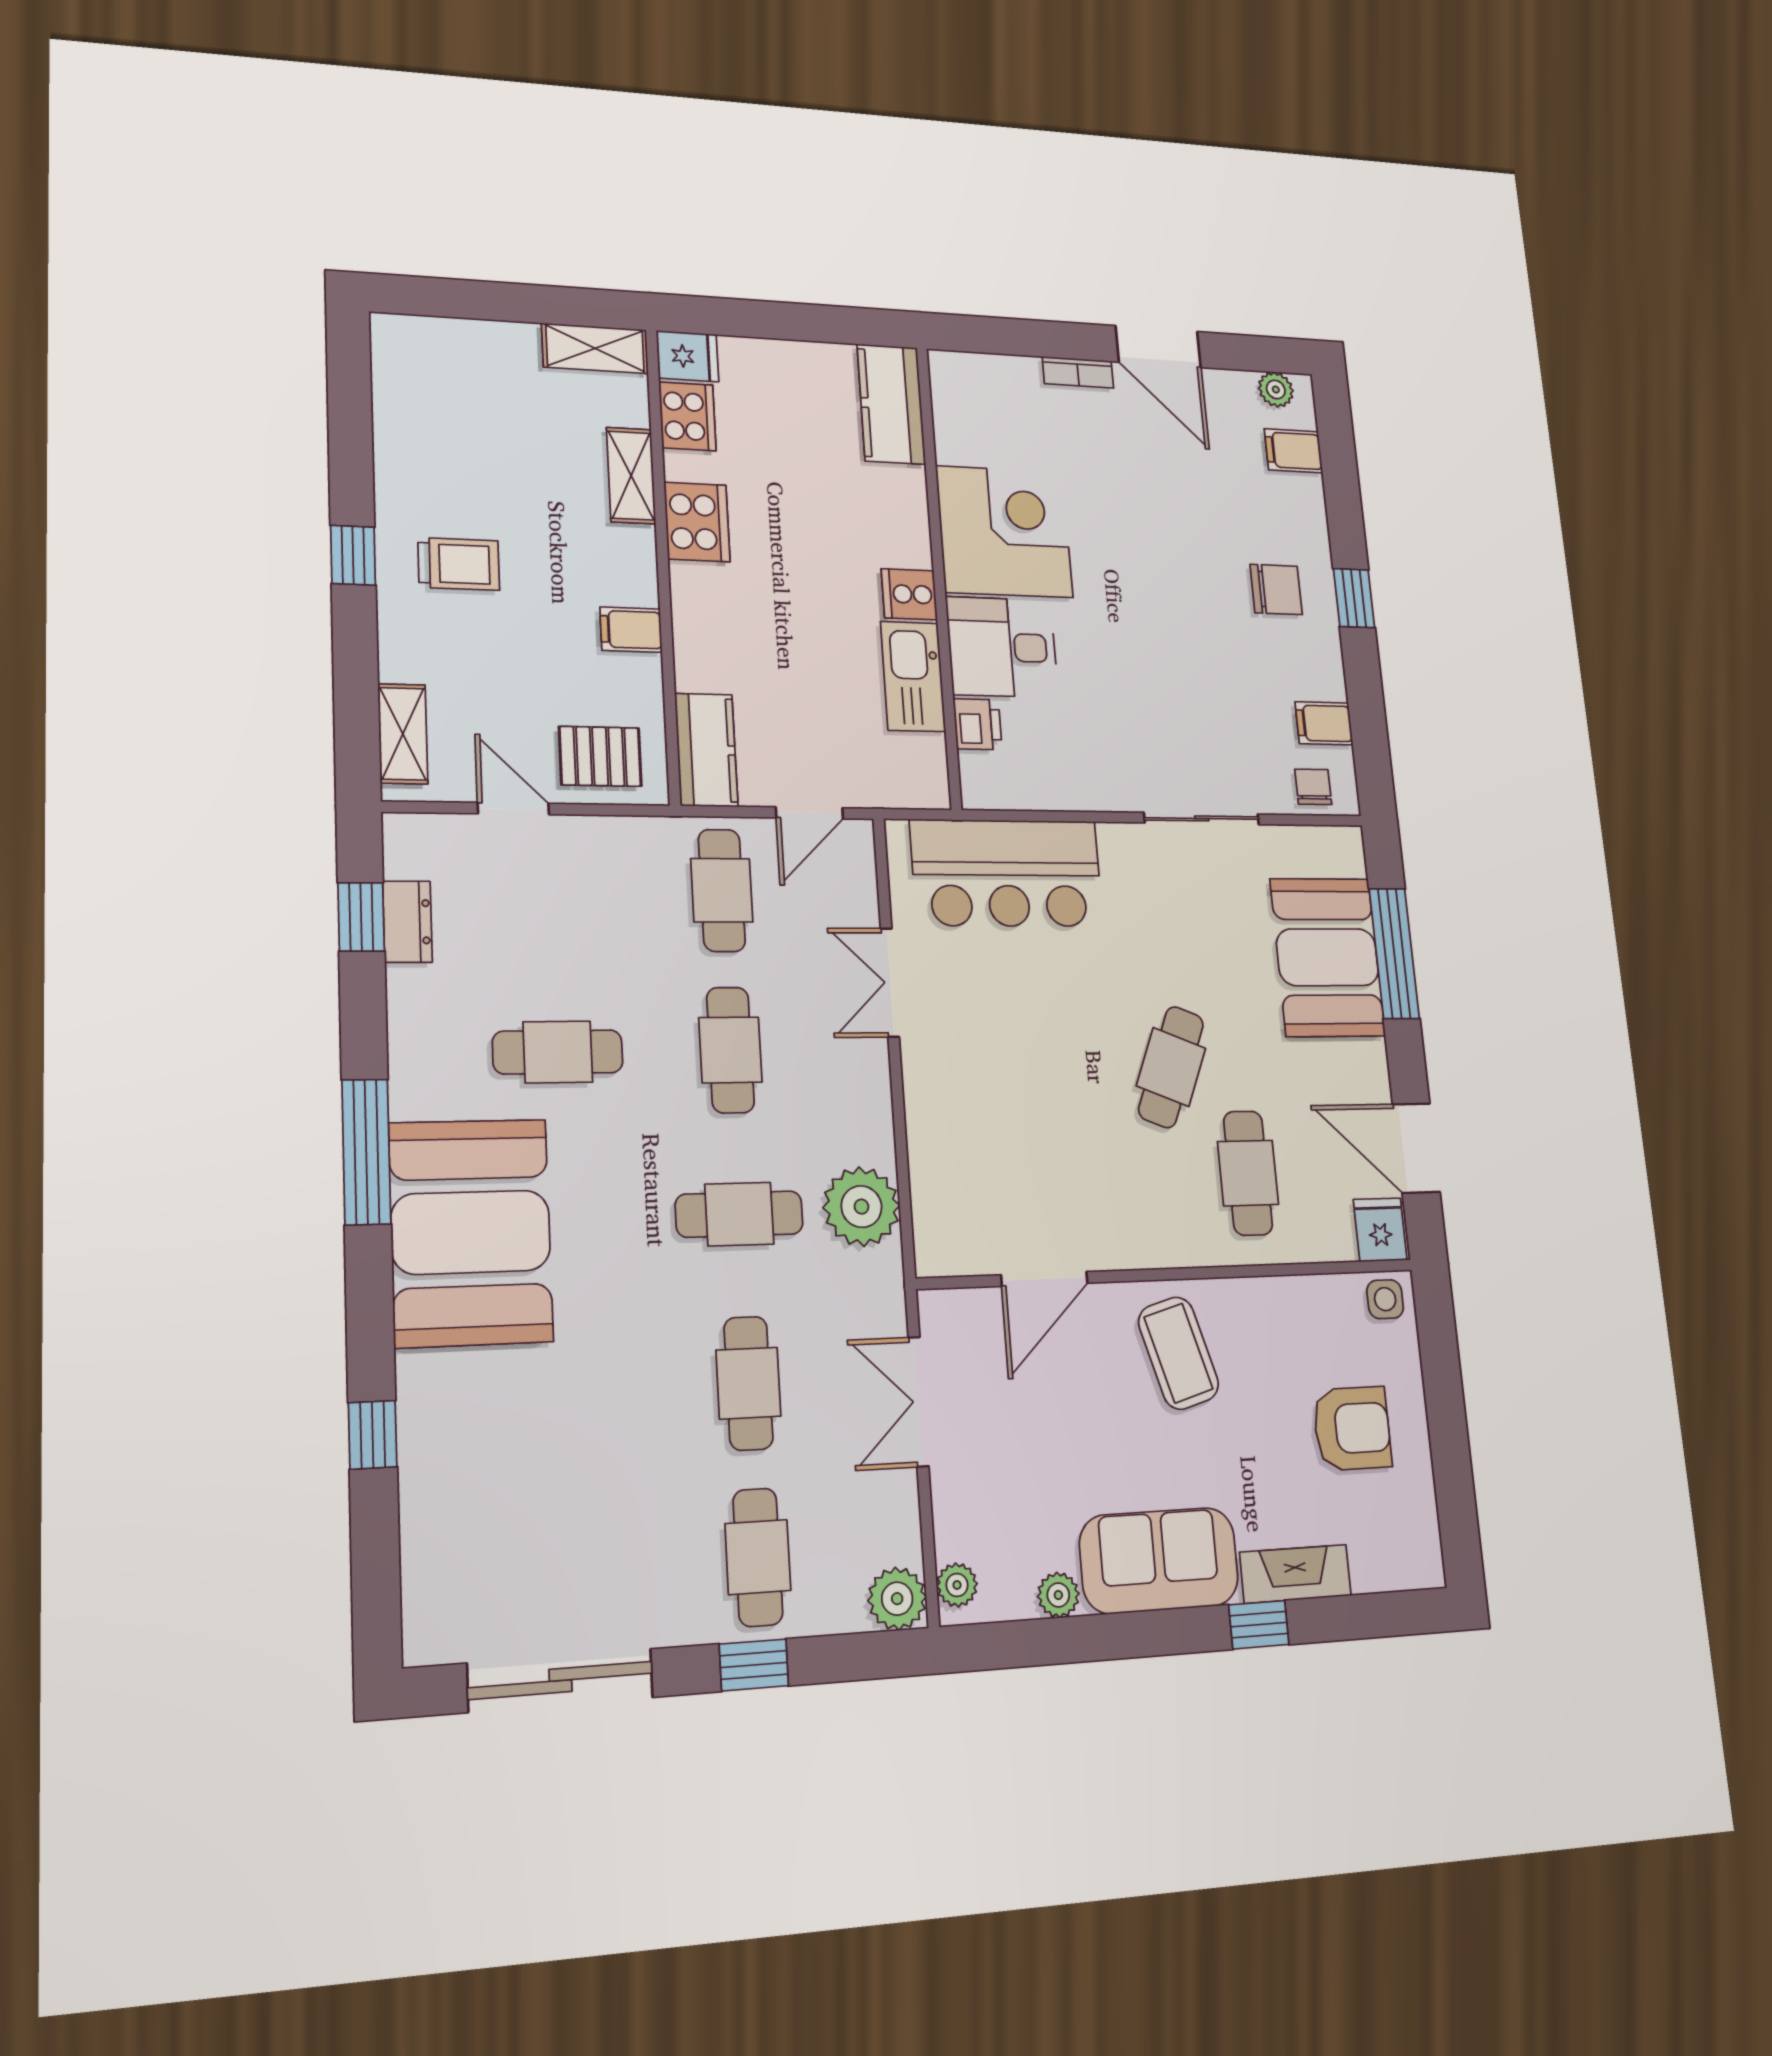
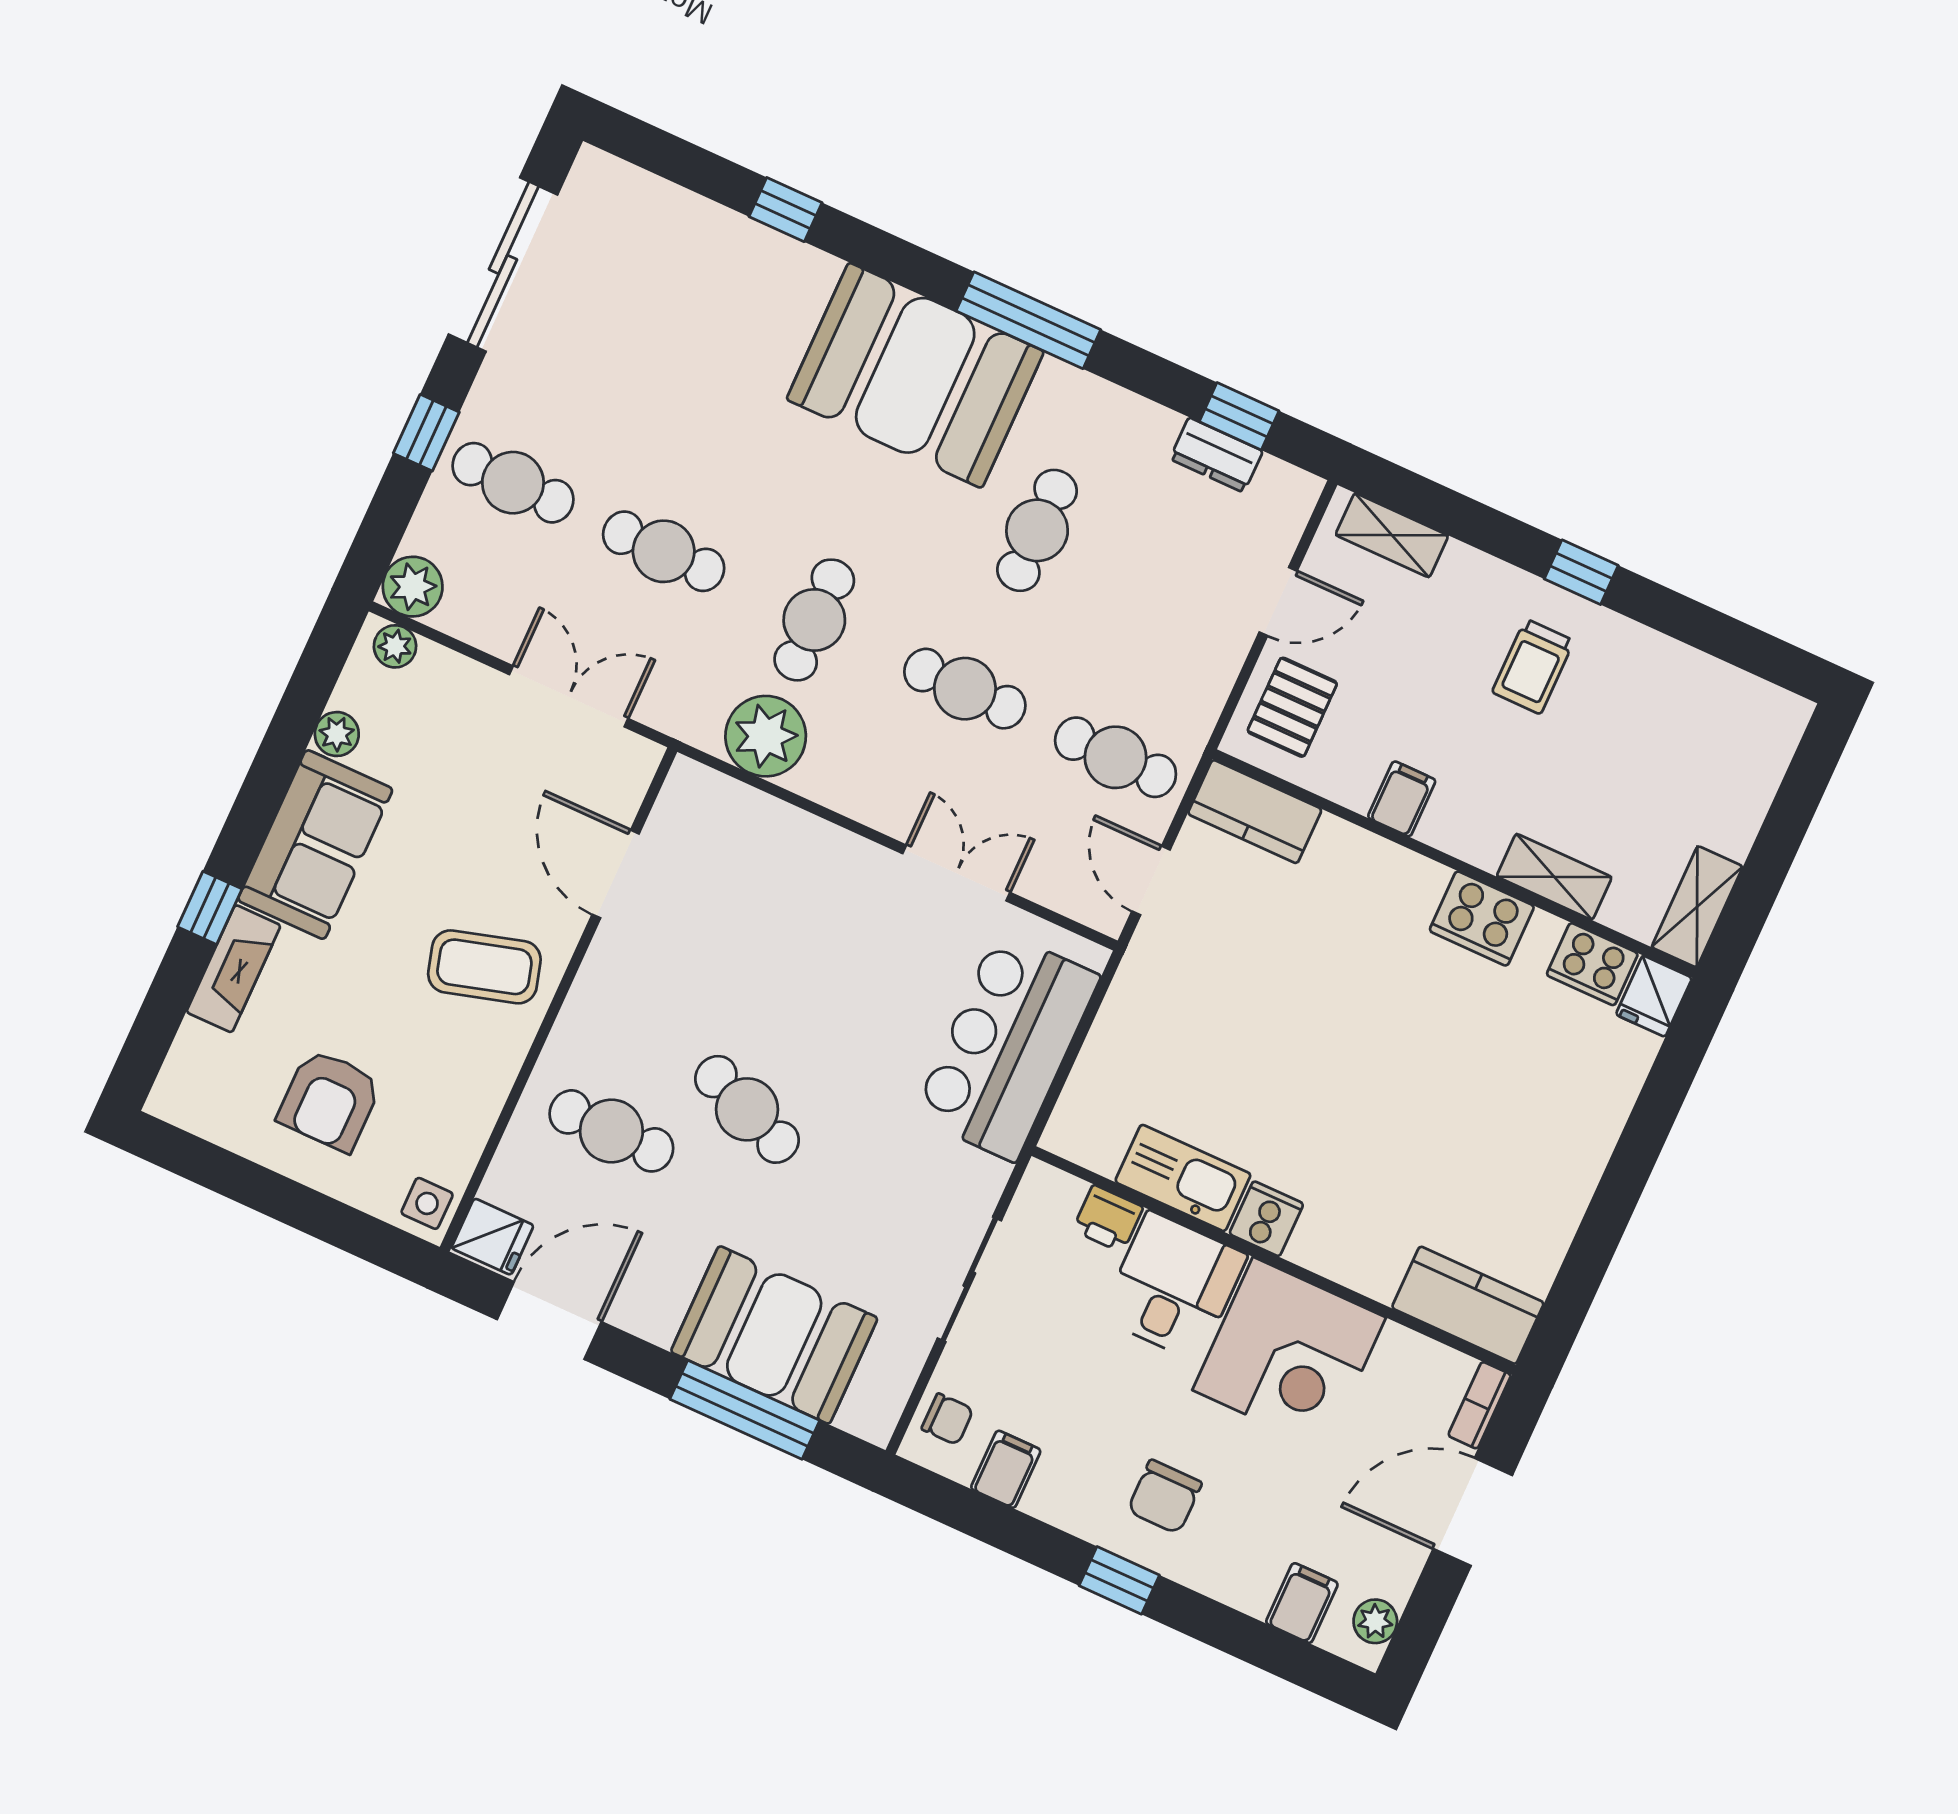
kitchen counter: (891, 404) -> (1468, 1305), moved
corner desk: (1004, 532) -> (1289, 1354), moved
wall: (939, 574) -> (1274, 1260), moved
cooker: (909, 594) -> (1266, 1219), moved
desk: (1002, 647) -> (1173, 1286), moved
kitchen sink: (913, 676) -> (1183, 1178), moved
printer: (978, 724) -> (1108, 1219), moved

